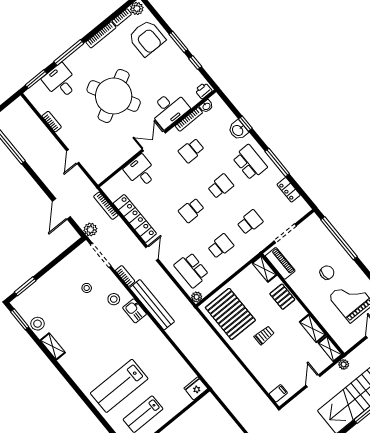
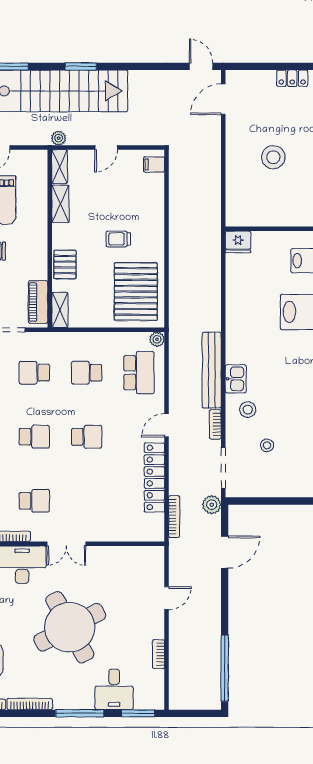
desk: (141, 171) -> (107, 523), removed
school desk: (221, 186) -> (34, 437), turned 180

